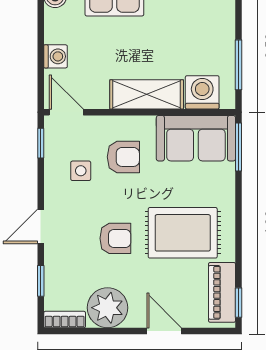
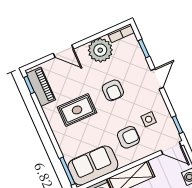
armchair: (123, 157) -> (128, 137), turned 180
rug: (183, 233) -> (77, 110), width x0.73, depth x0.70
armchair: (115, 238) -> (113, 90), turned -90

